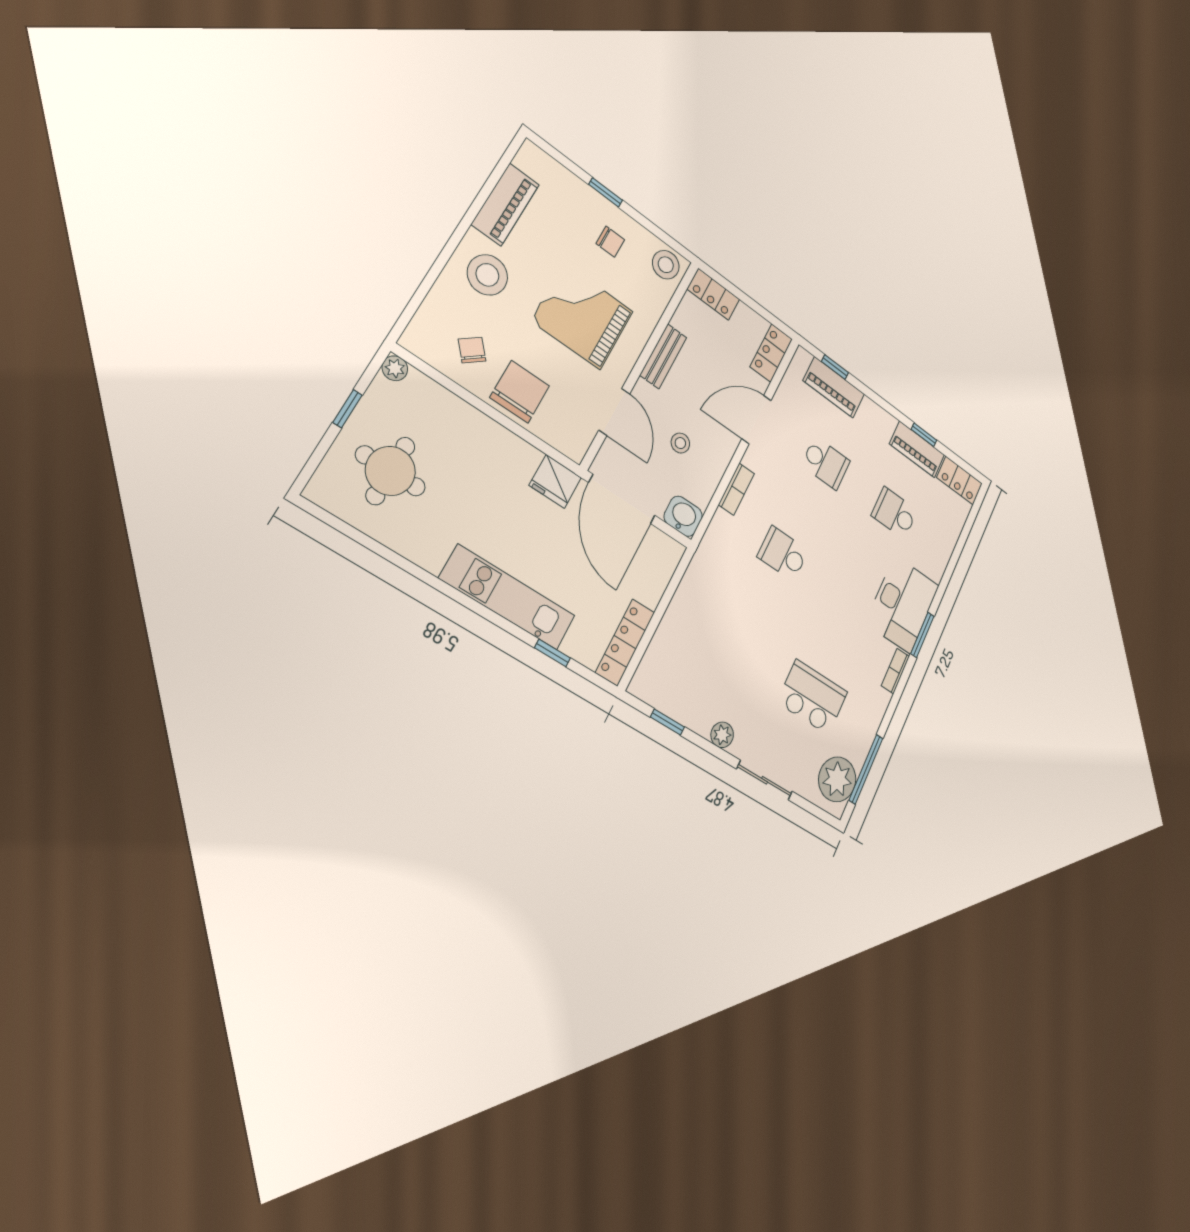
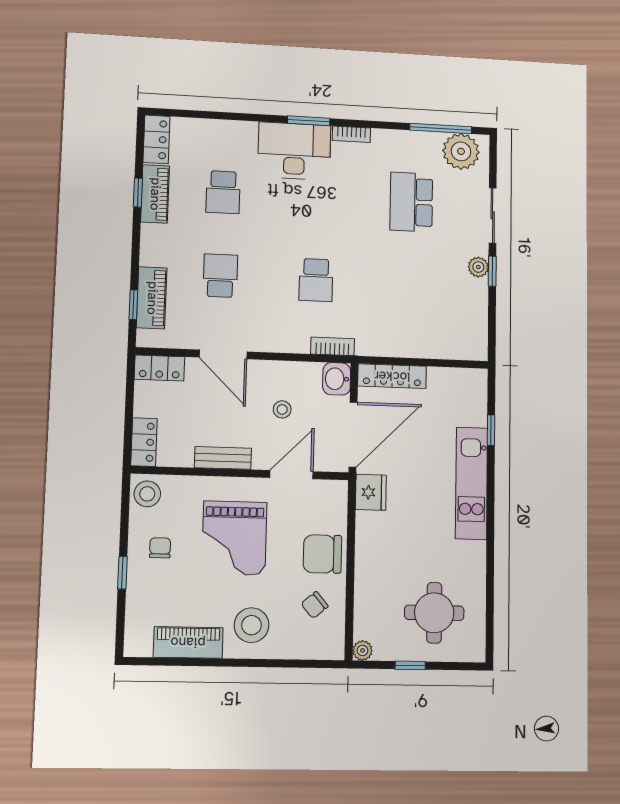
bookcase: (736, 489) -> (333, 346), moved
locker: (625, 642) -> (392, 376), moved
window: (667, 722) -> (492, 271), moved

